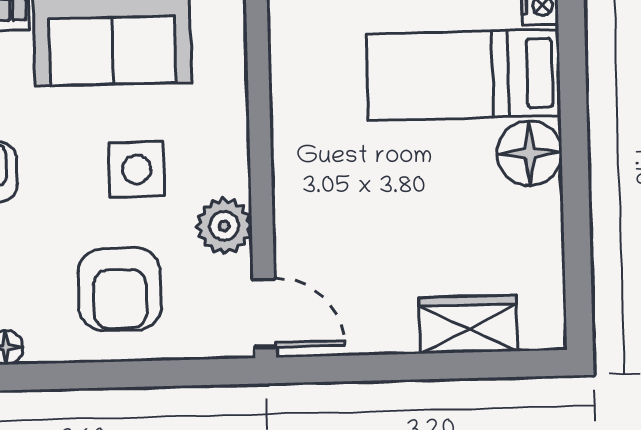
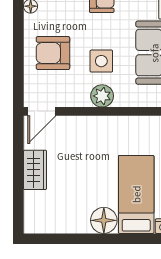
plant: (224, 226) -> (102, 96), moved
wardrobe: (468, 324) -> (35, 170), moved

